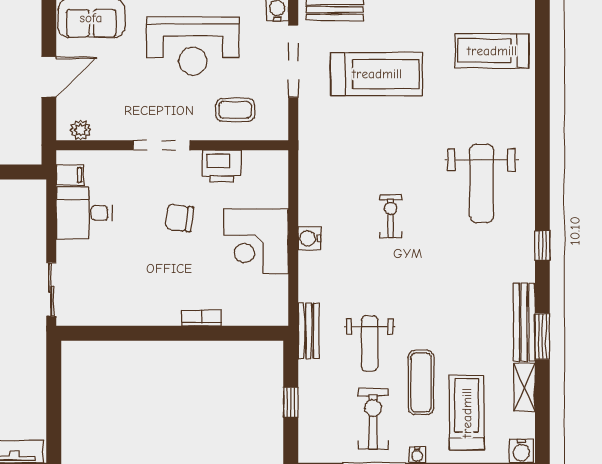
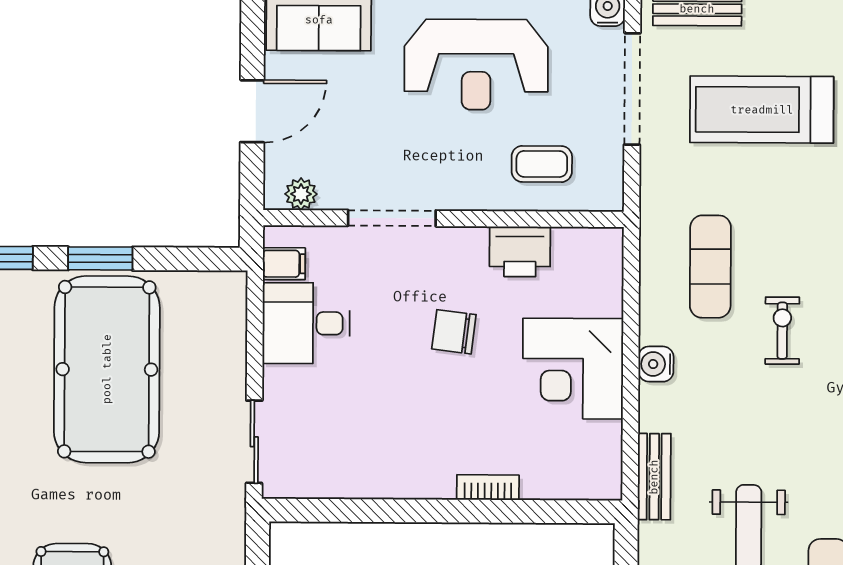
treadmill: (377, 74) -> (762, 110), turned 180
doorway: (162, 145) -> (392, 218), moved
exercise mat: (344, 175) -> (710, 267), added
bench: (309, 331) -> (654, 477), moved

